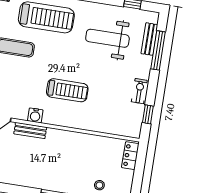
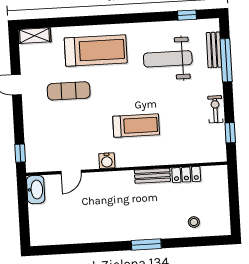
bench: (30, 130) -> (152, 176), moved
locker: (130, 156) -> (186, 175), moved, turned -90

